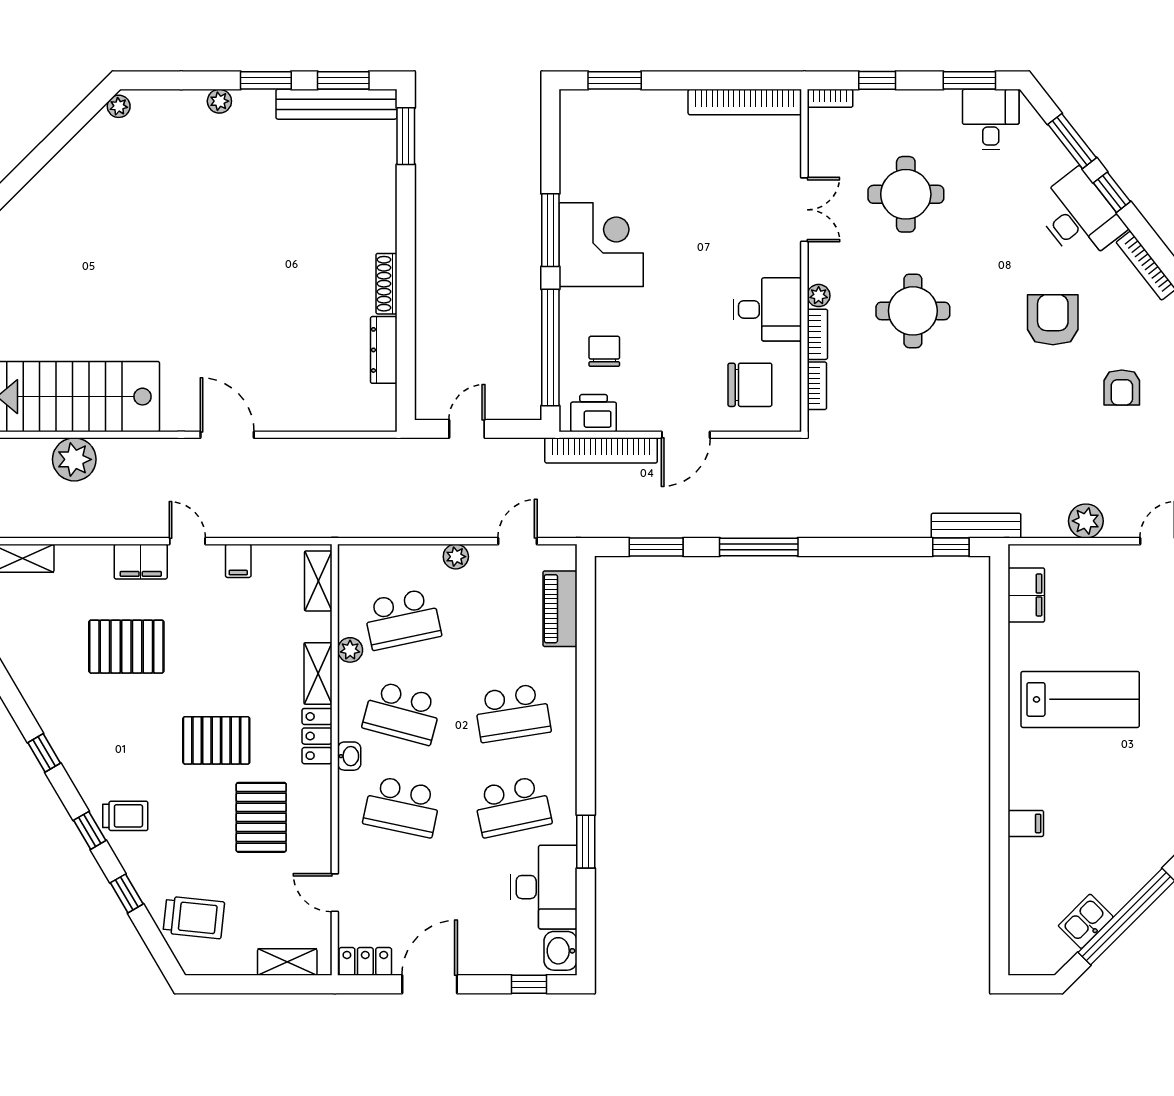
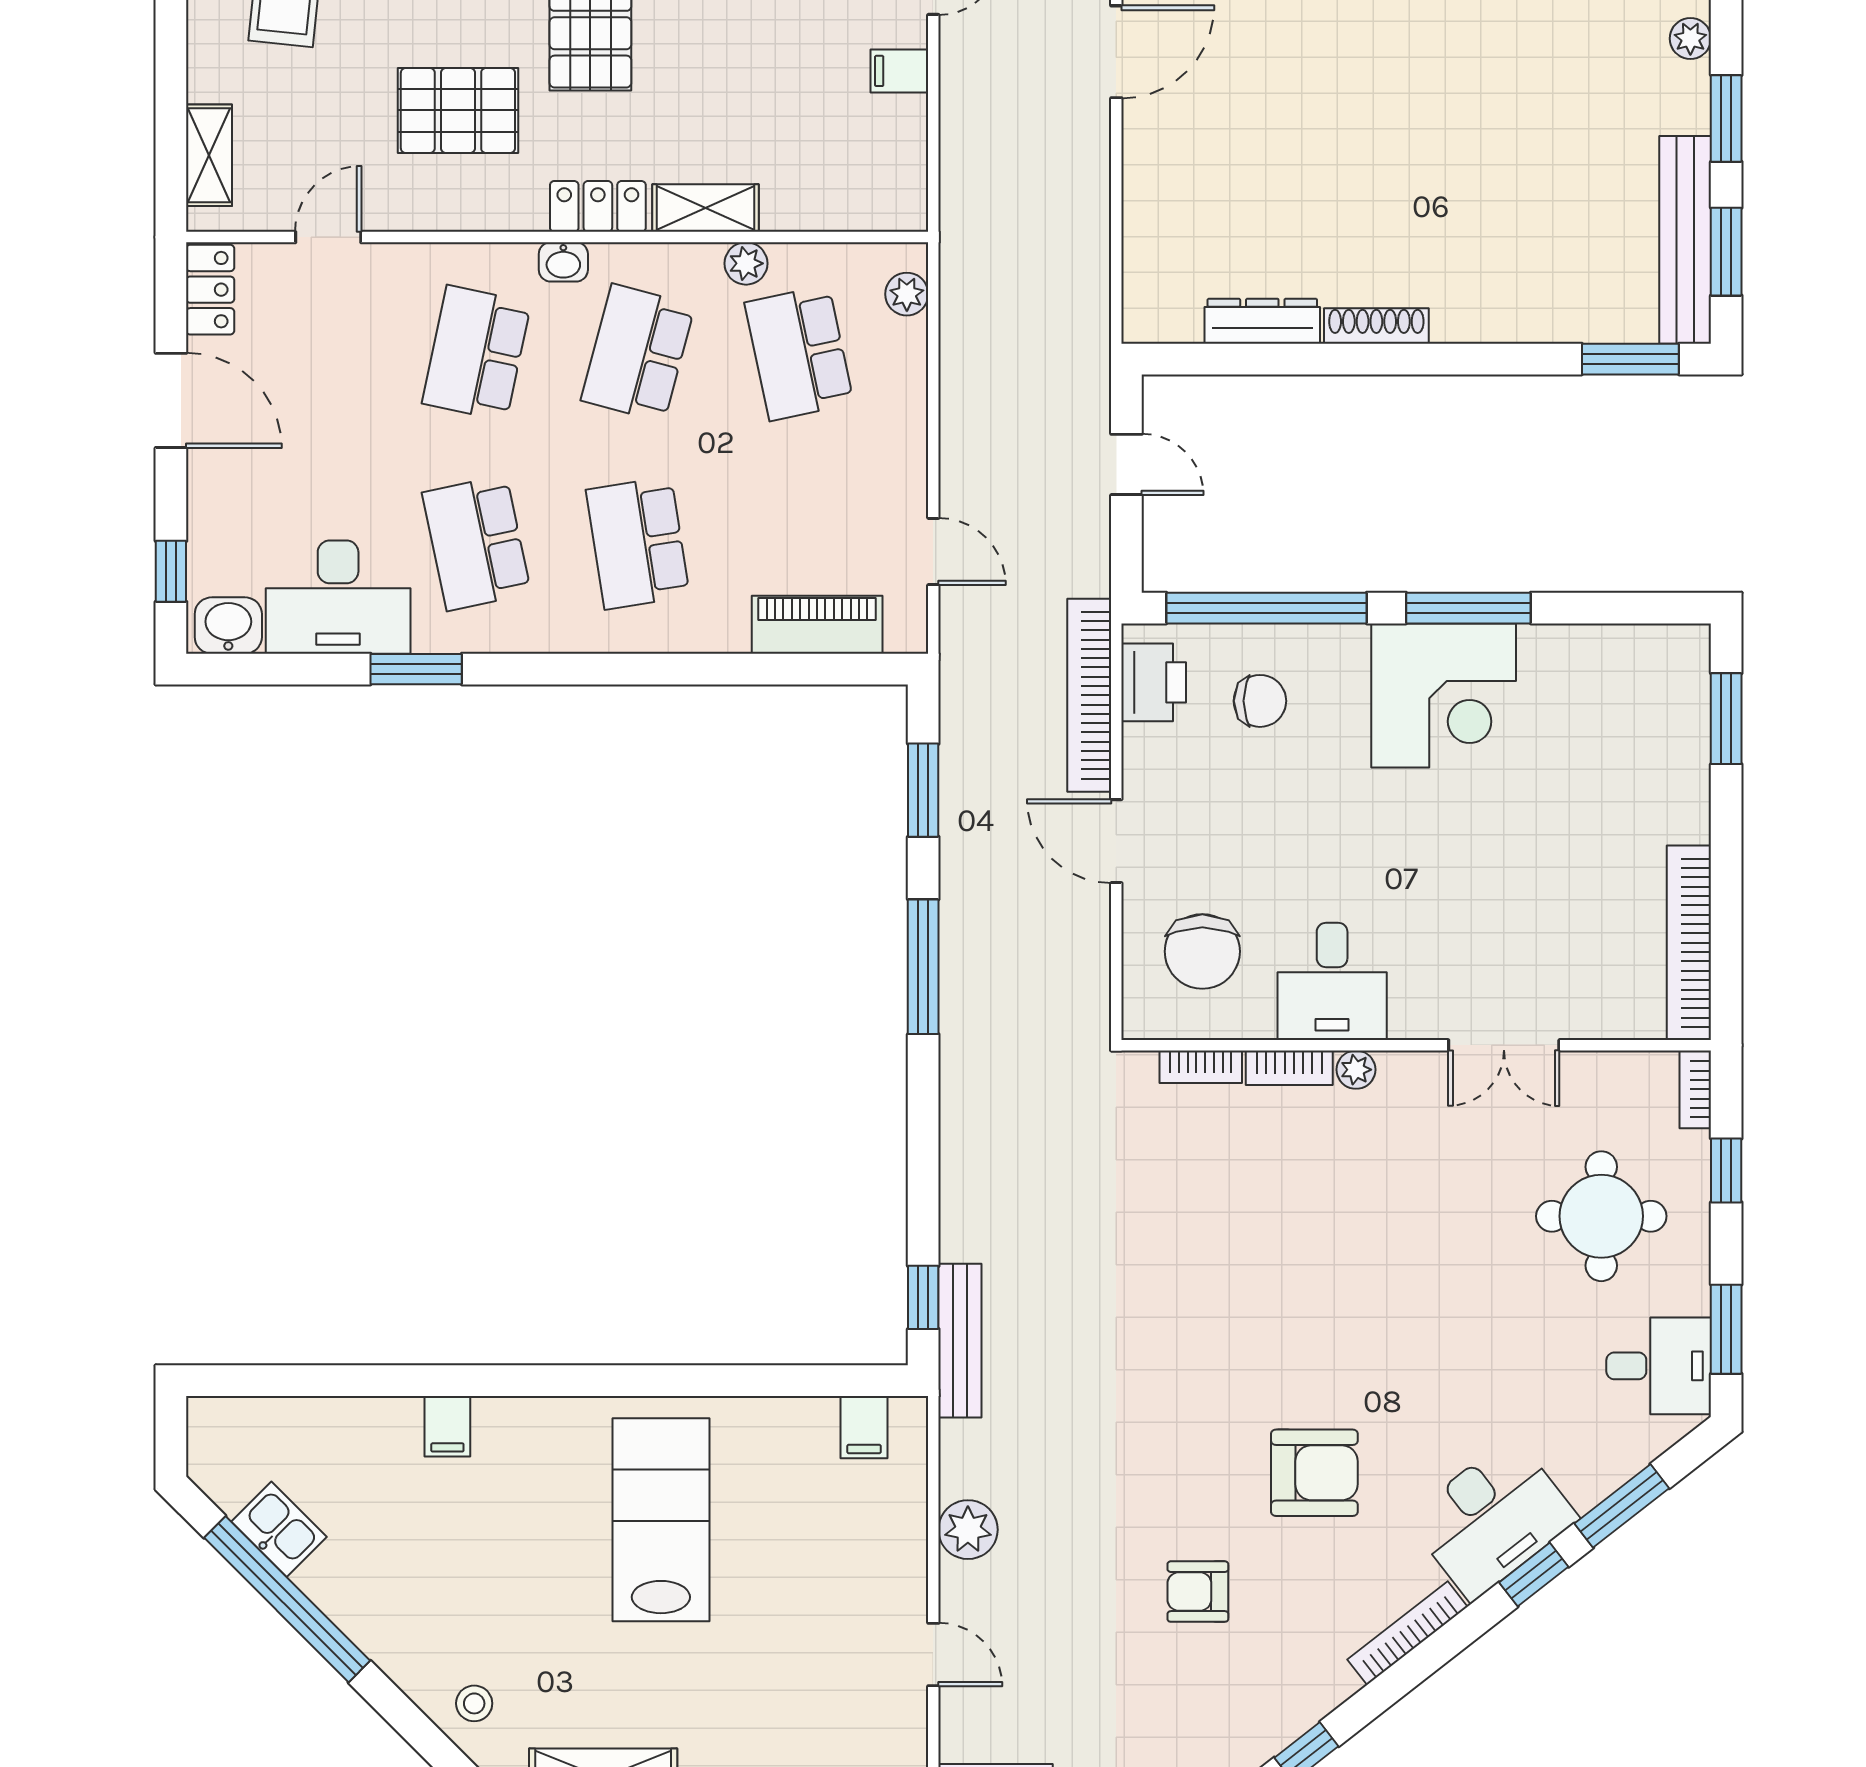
round table: (906, 194) -> (1601, 1216), moved
round table: (913, 311) -> (1329, 1232), removed
plant: (456, 557) -> (907, 294), moved
shelving: (318, 581) -> (865, 209), removed
filing cabinet: (1026, 595) -> (864, 1427), width x0.50
lab bench: (1080, 699) -> (661, 1520), turned 180

